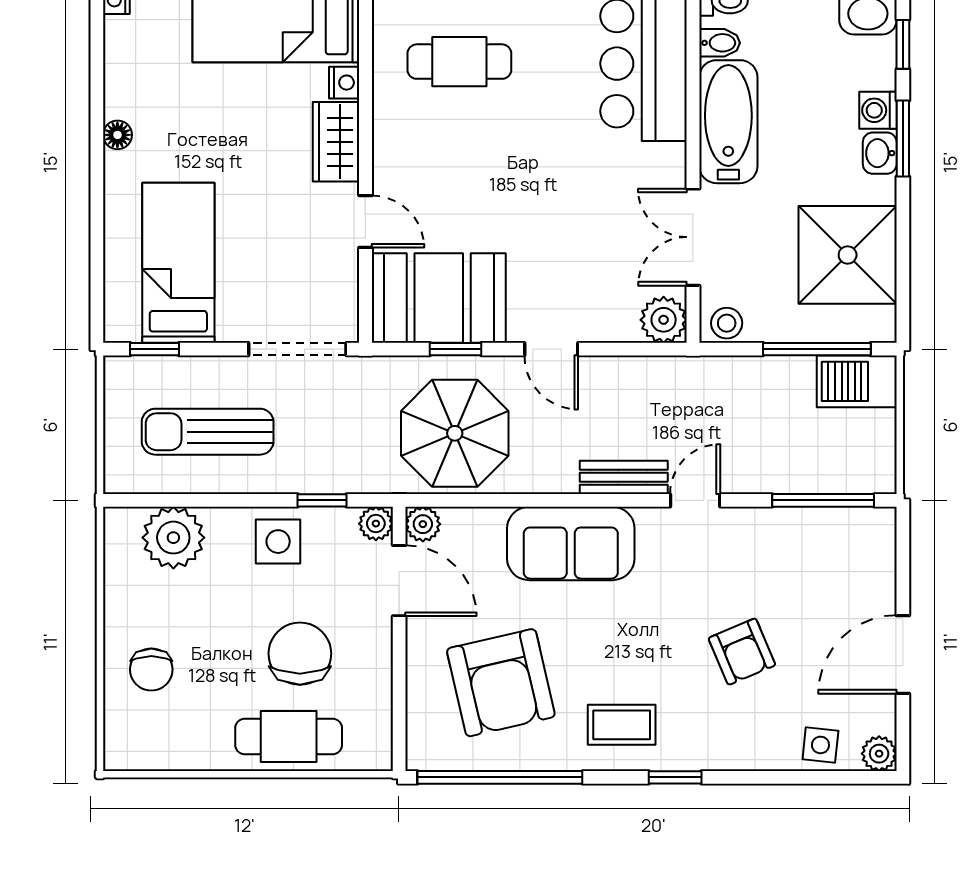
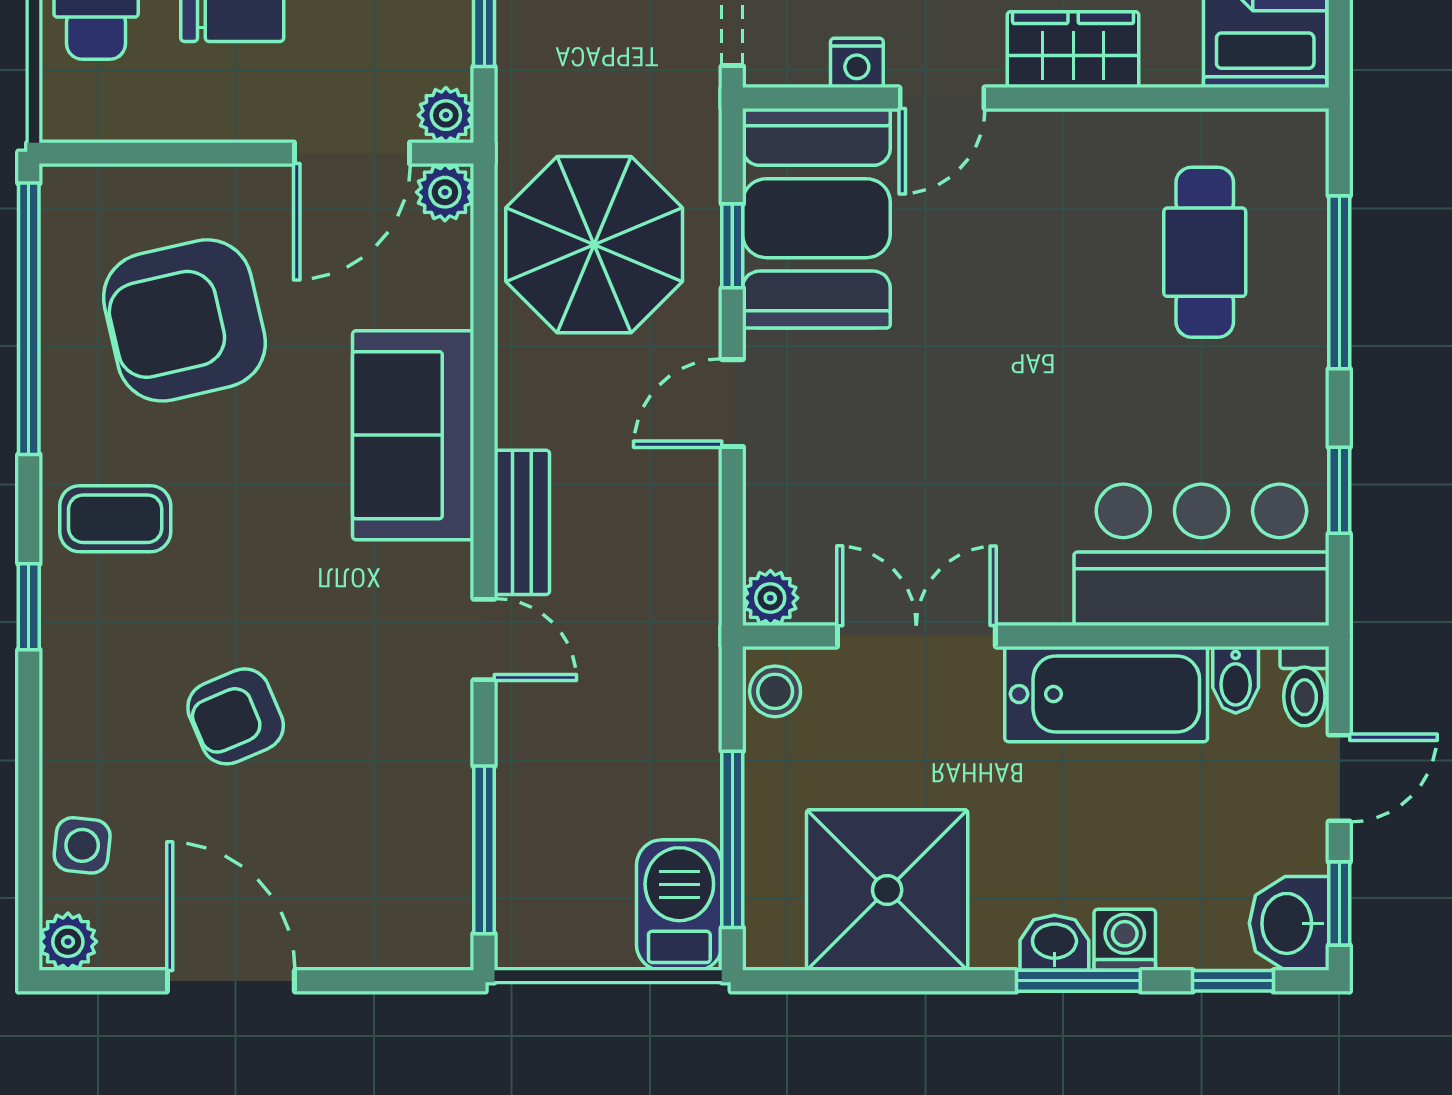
nightstand: (344, 83) -> (857, 63), moved
plant: (664, 320) -> (770, 598), width x0.73, depth x0.73
coffee table: (622, 725) -> (115, 519), turned 90

